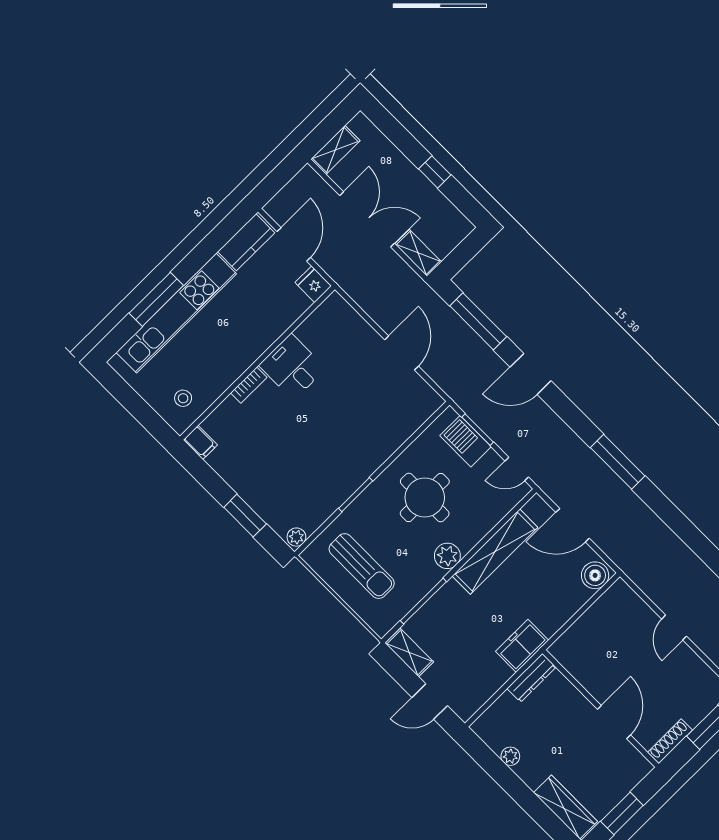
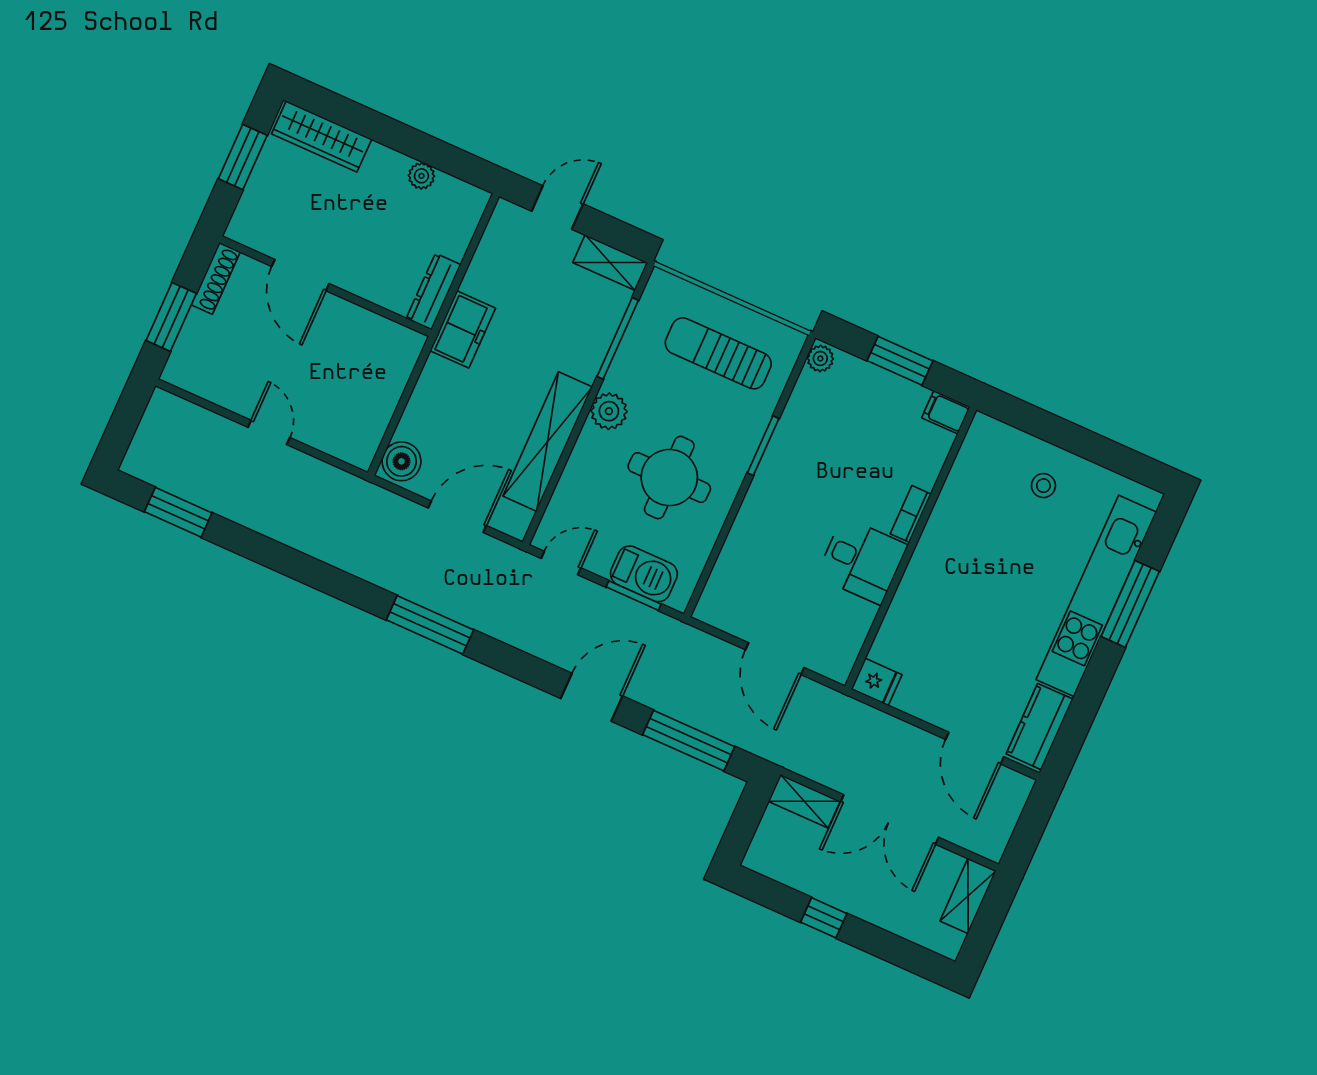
fridge: (313, 284) -> (877, 682), moved
wall: (257, 363) -> (911, 548), moved
desk: (292, 367) -> (862, 561), moved
bookcase: (249, 385) -> (911, 514), moved
filing cabinet: (200, 442) -> (946, 412), moved

